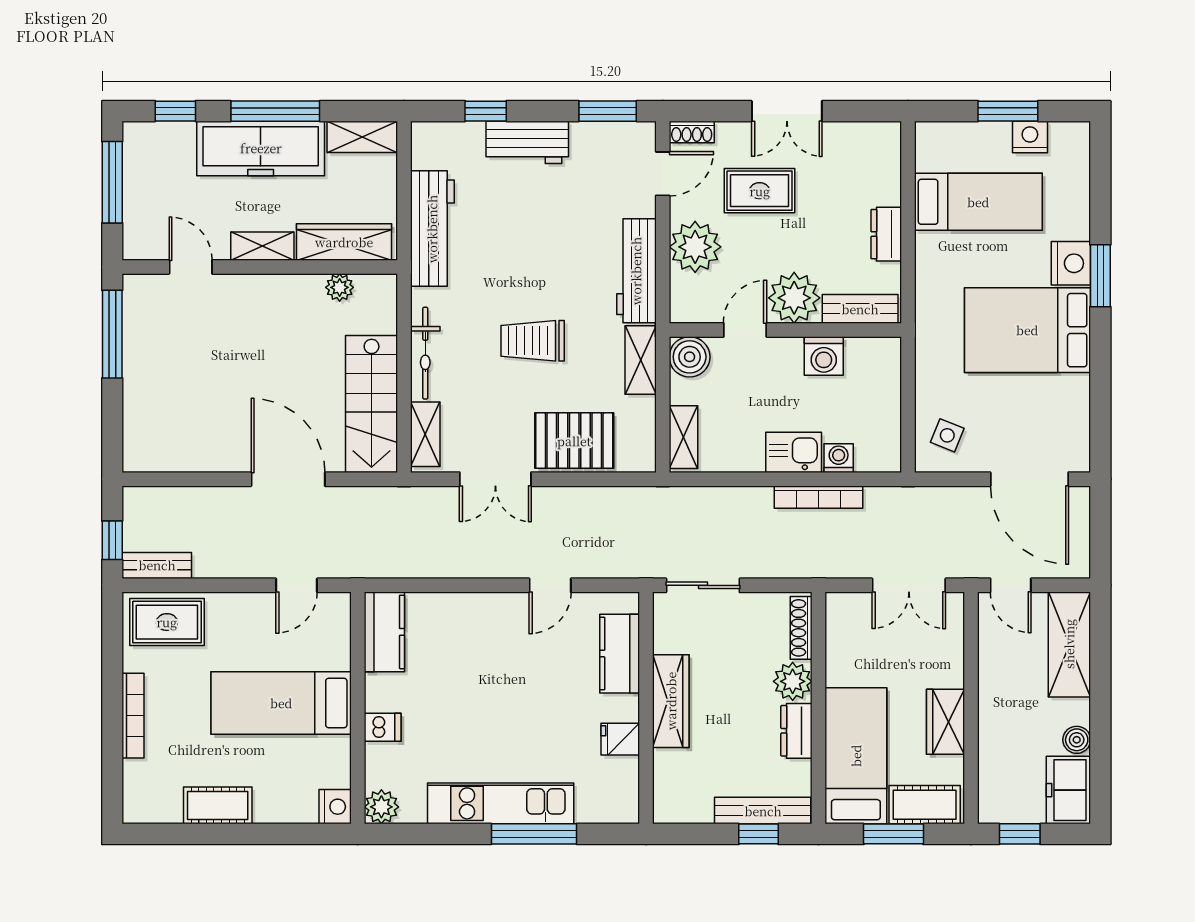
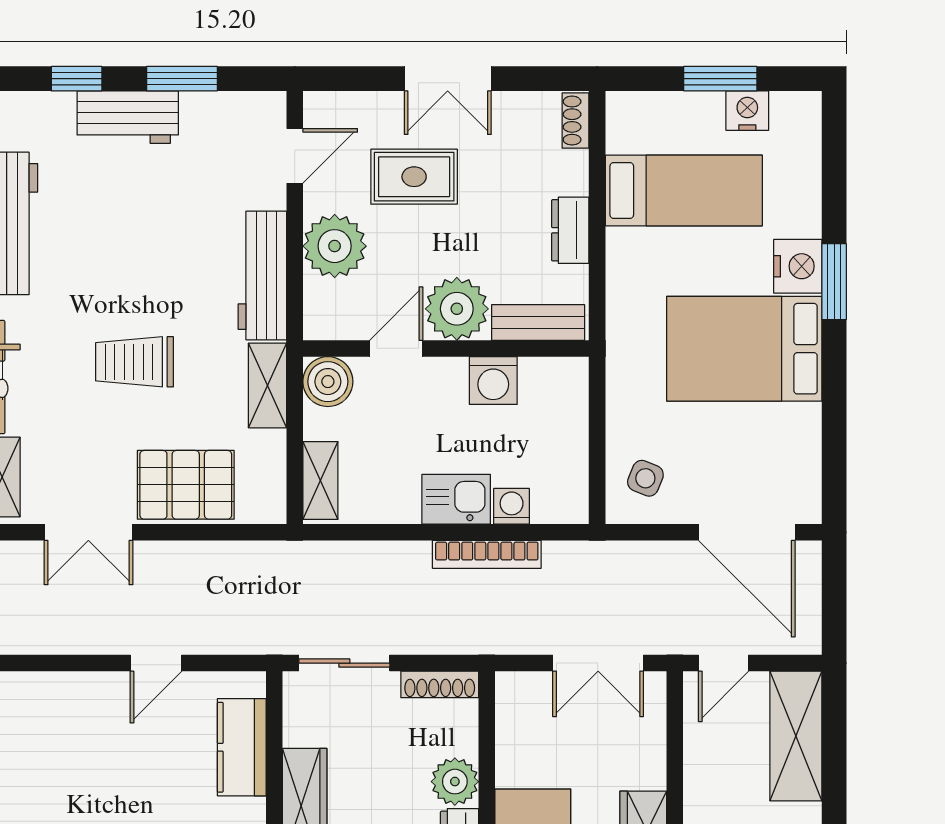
window: (608, 111) -> (182, 79), moved
shoe rack: (692, 132) -> (576, 121), moved, turned 90
door: (1011, 585) -> (724, 663), hinge flipped
shoe rack: (801, 628) -> (440, 684), moved, turned -90

